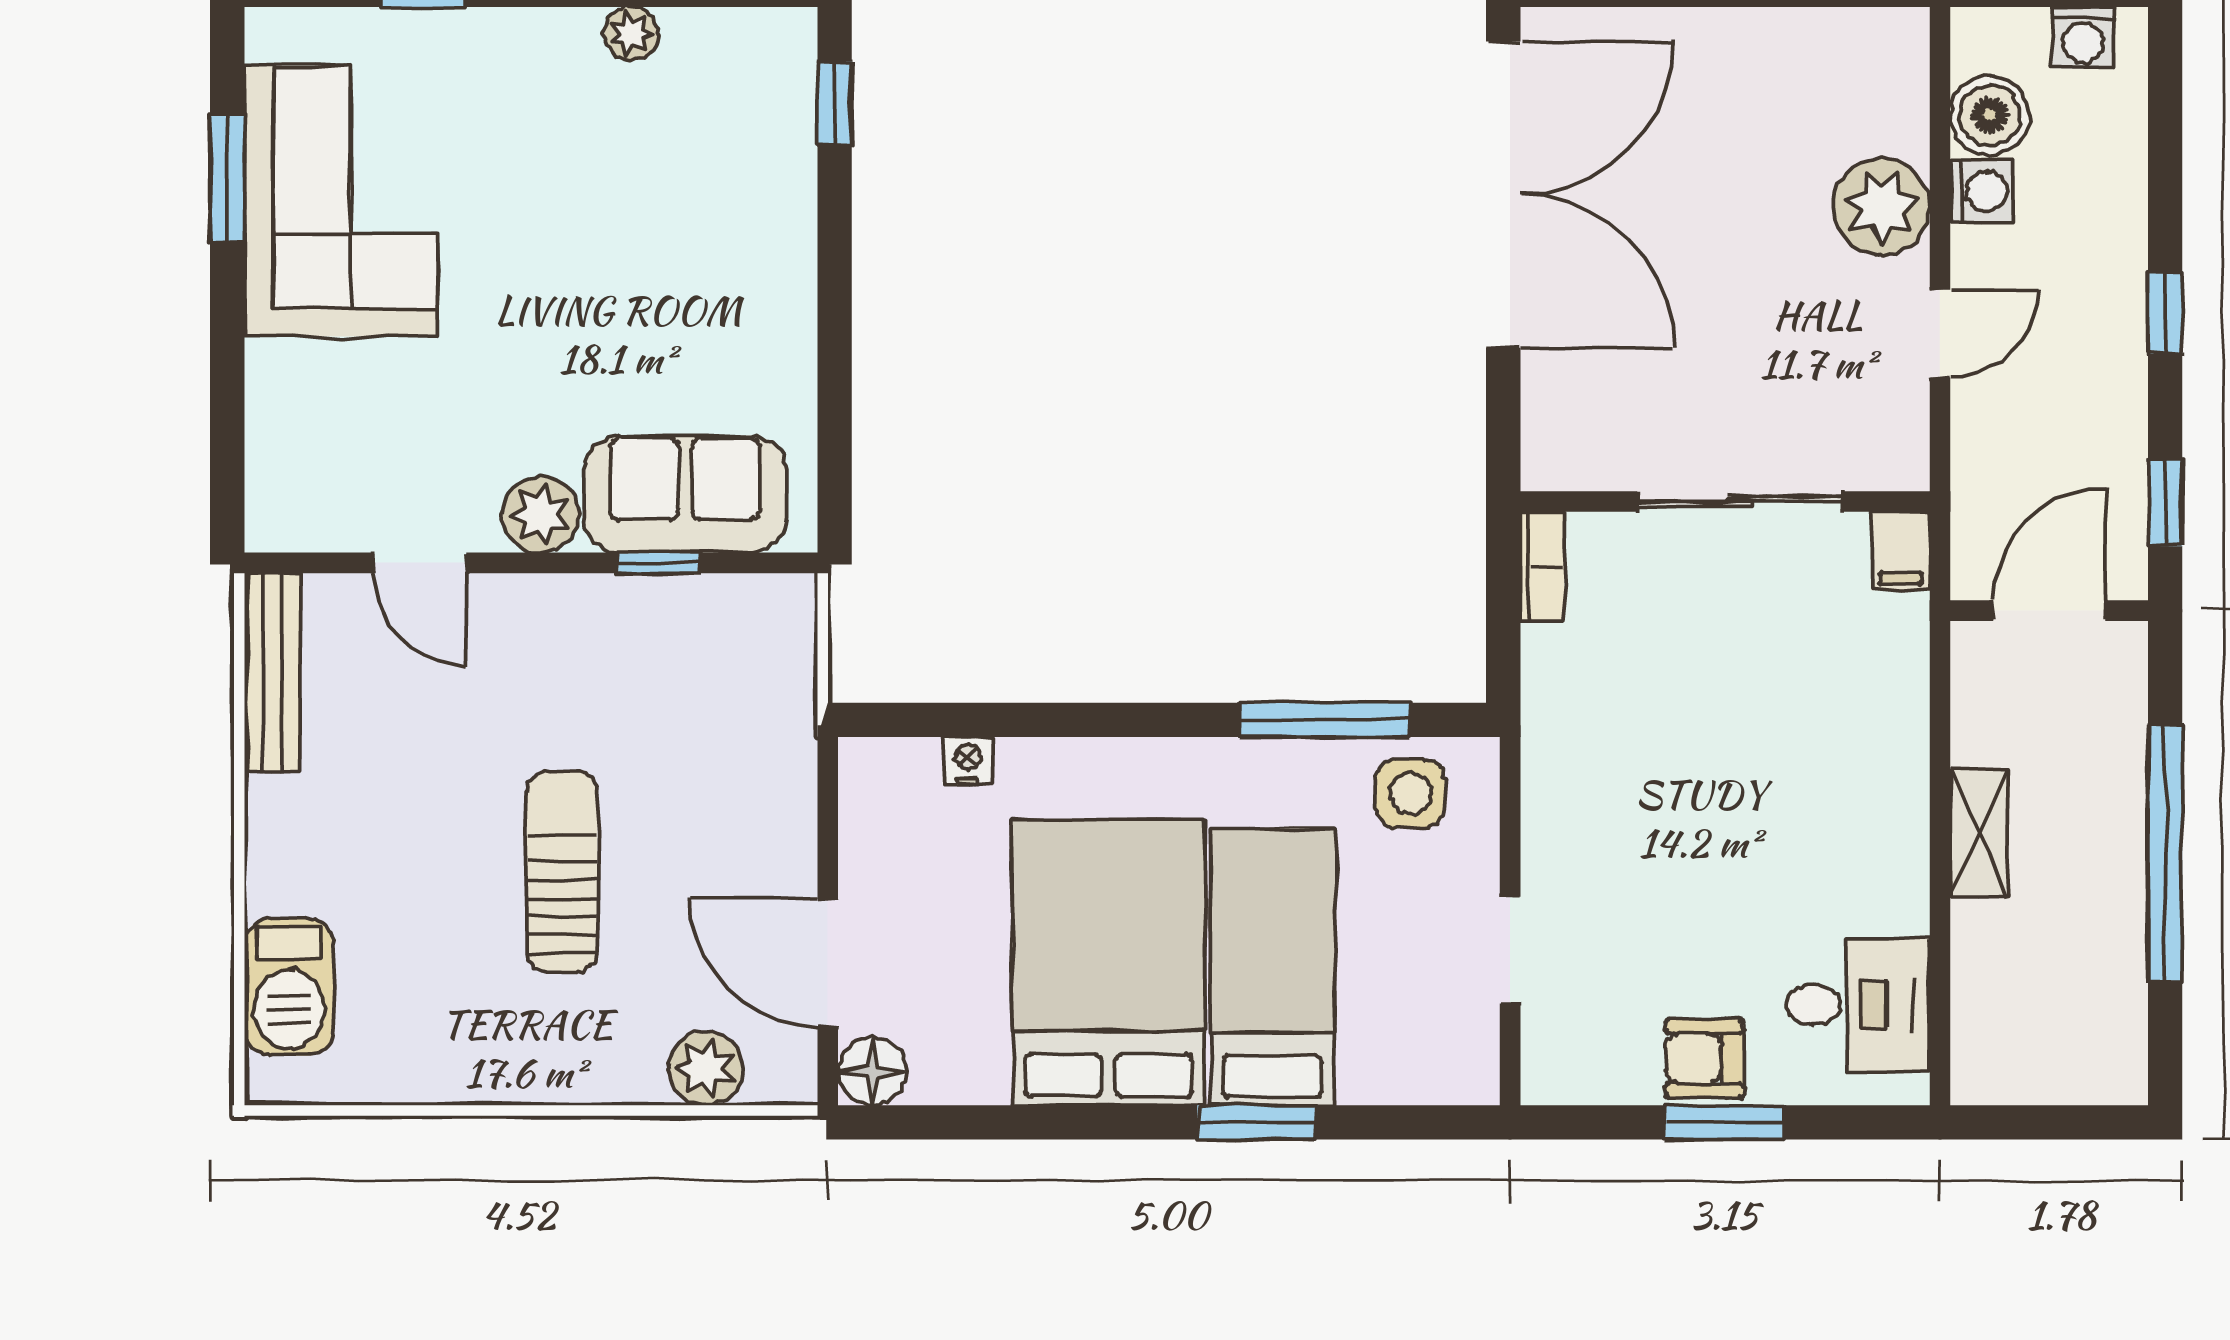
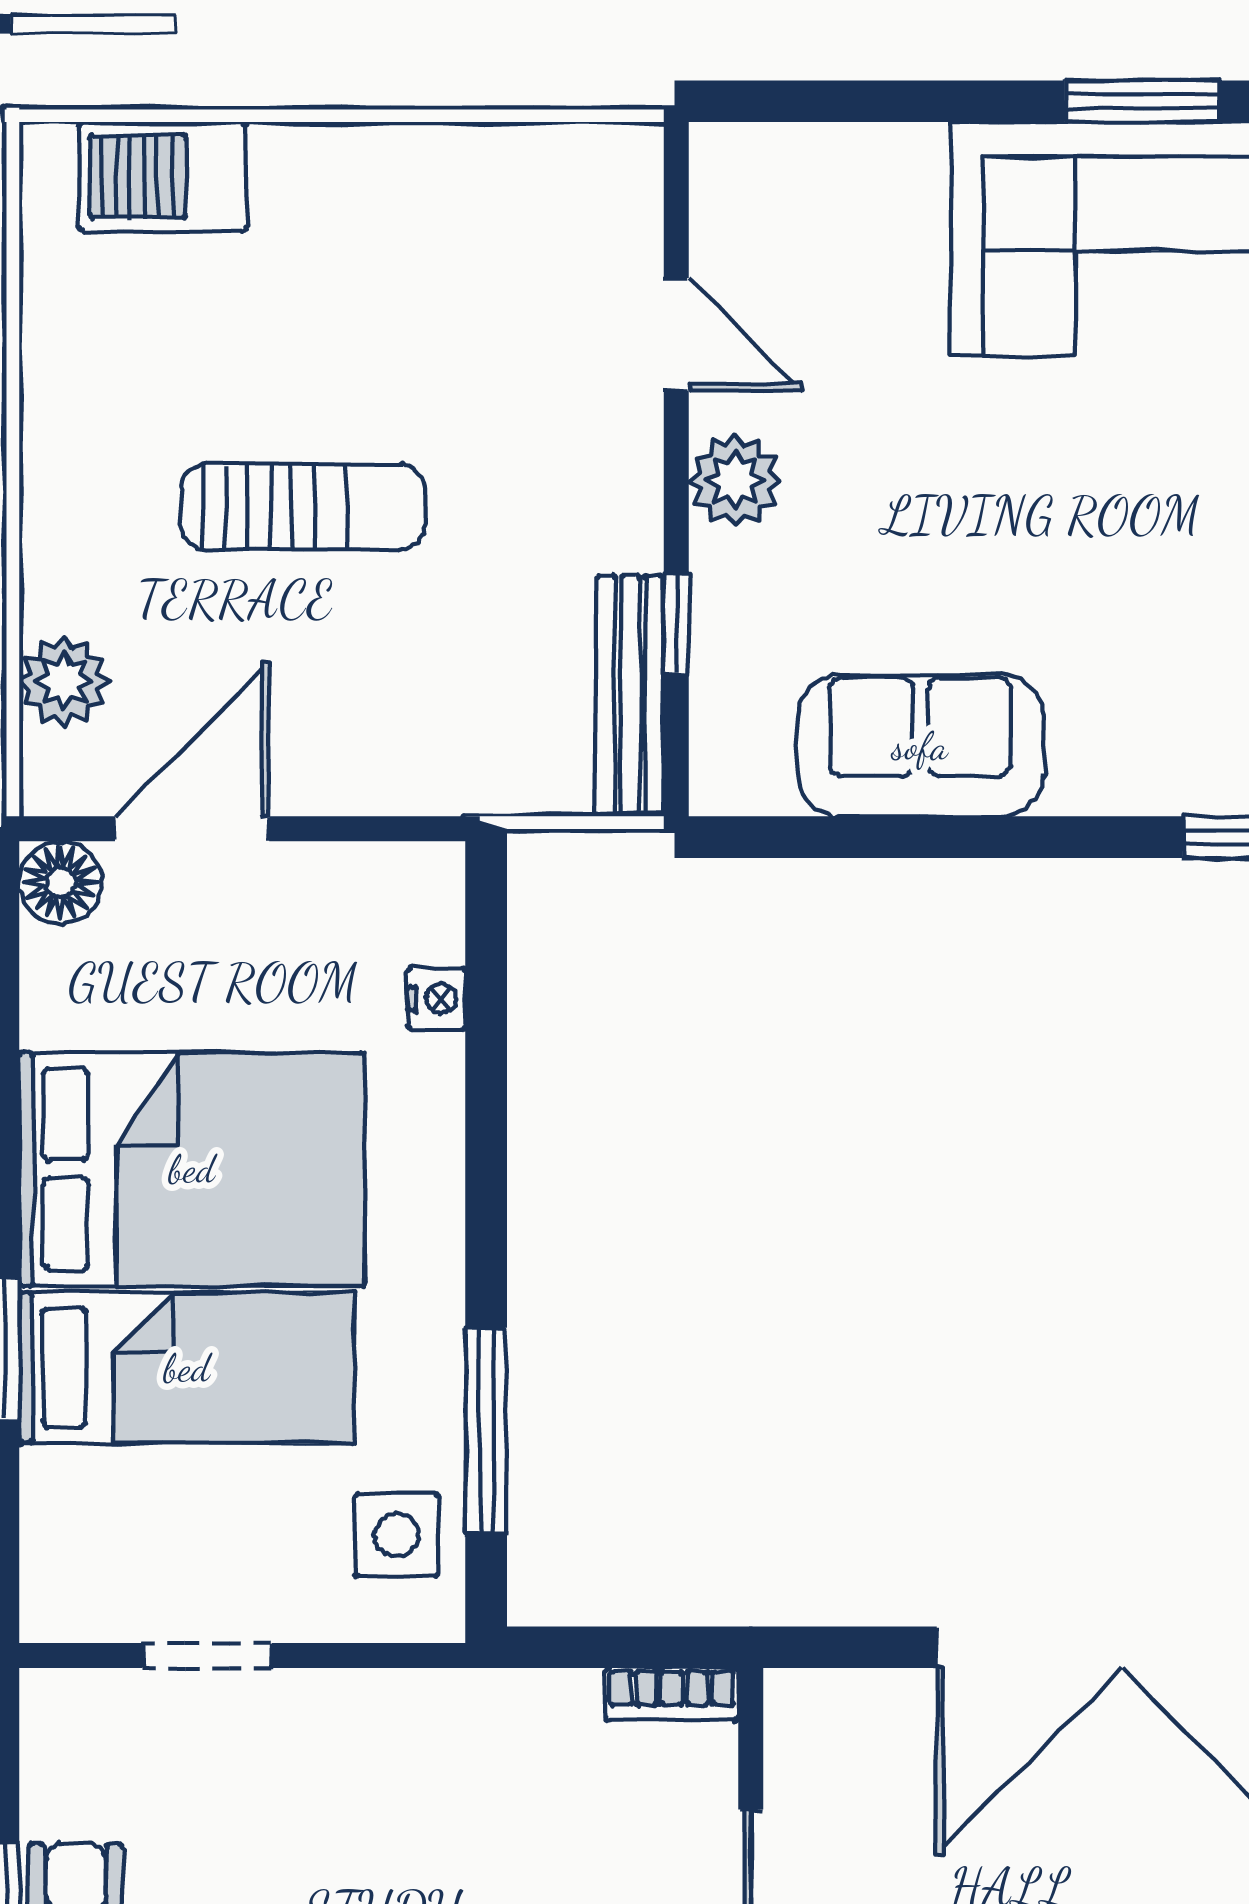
sofa: (685, 494) -> (920, 746), moved, turned -90
door: (420, 563) -> (676, 334), swing flipped
bench: (272, 673) -> (630, 696), moved, turned 90

